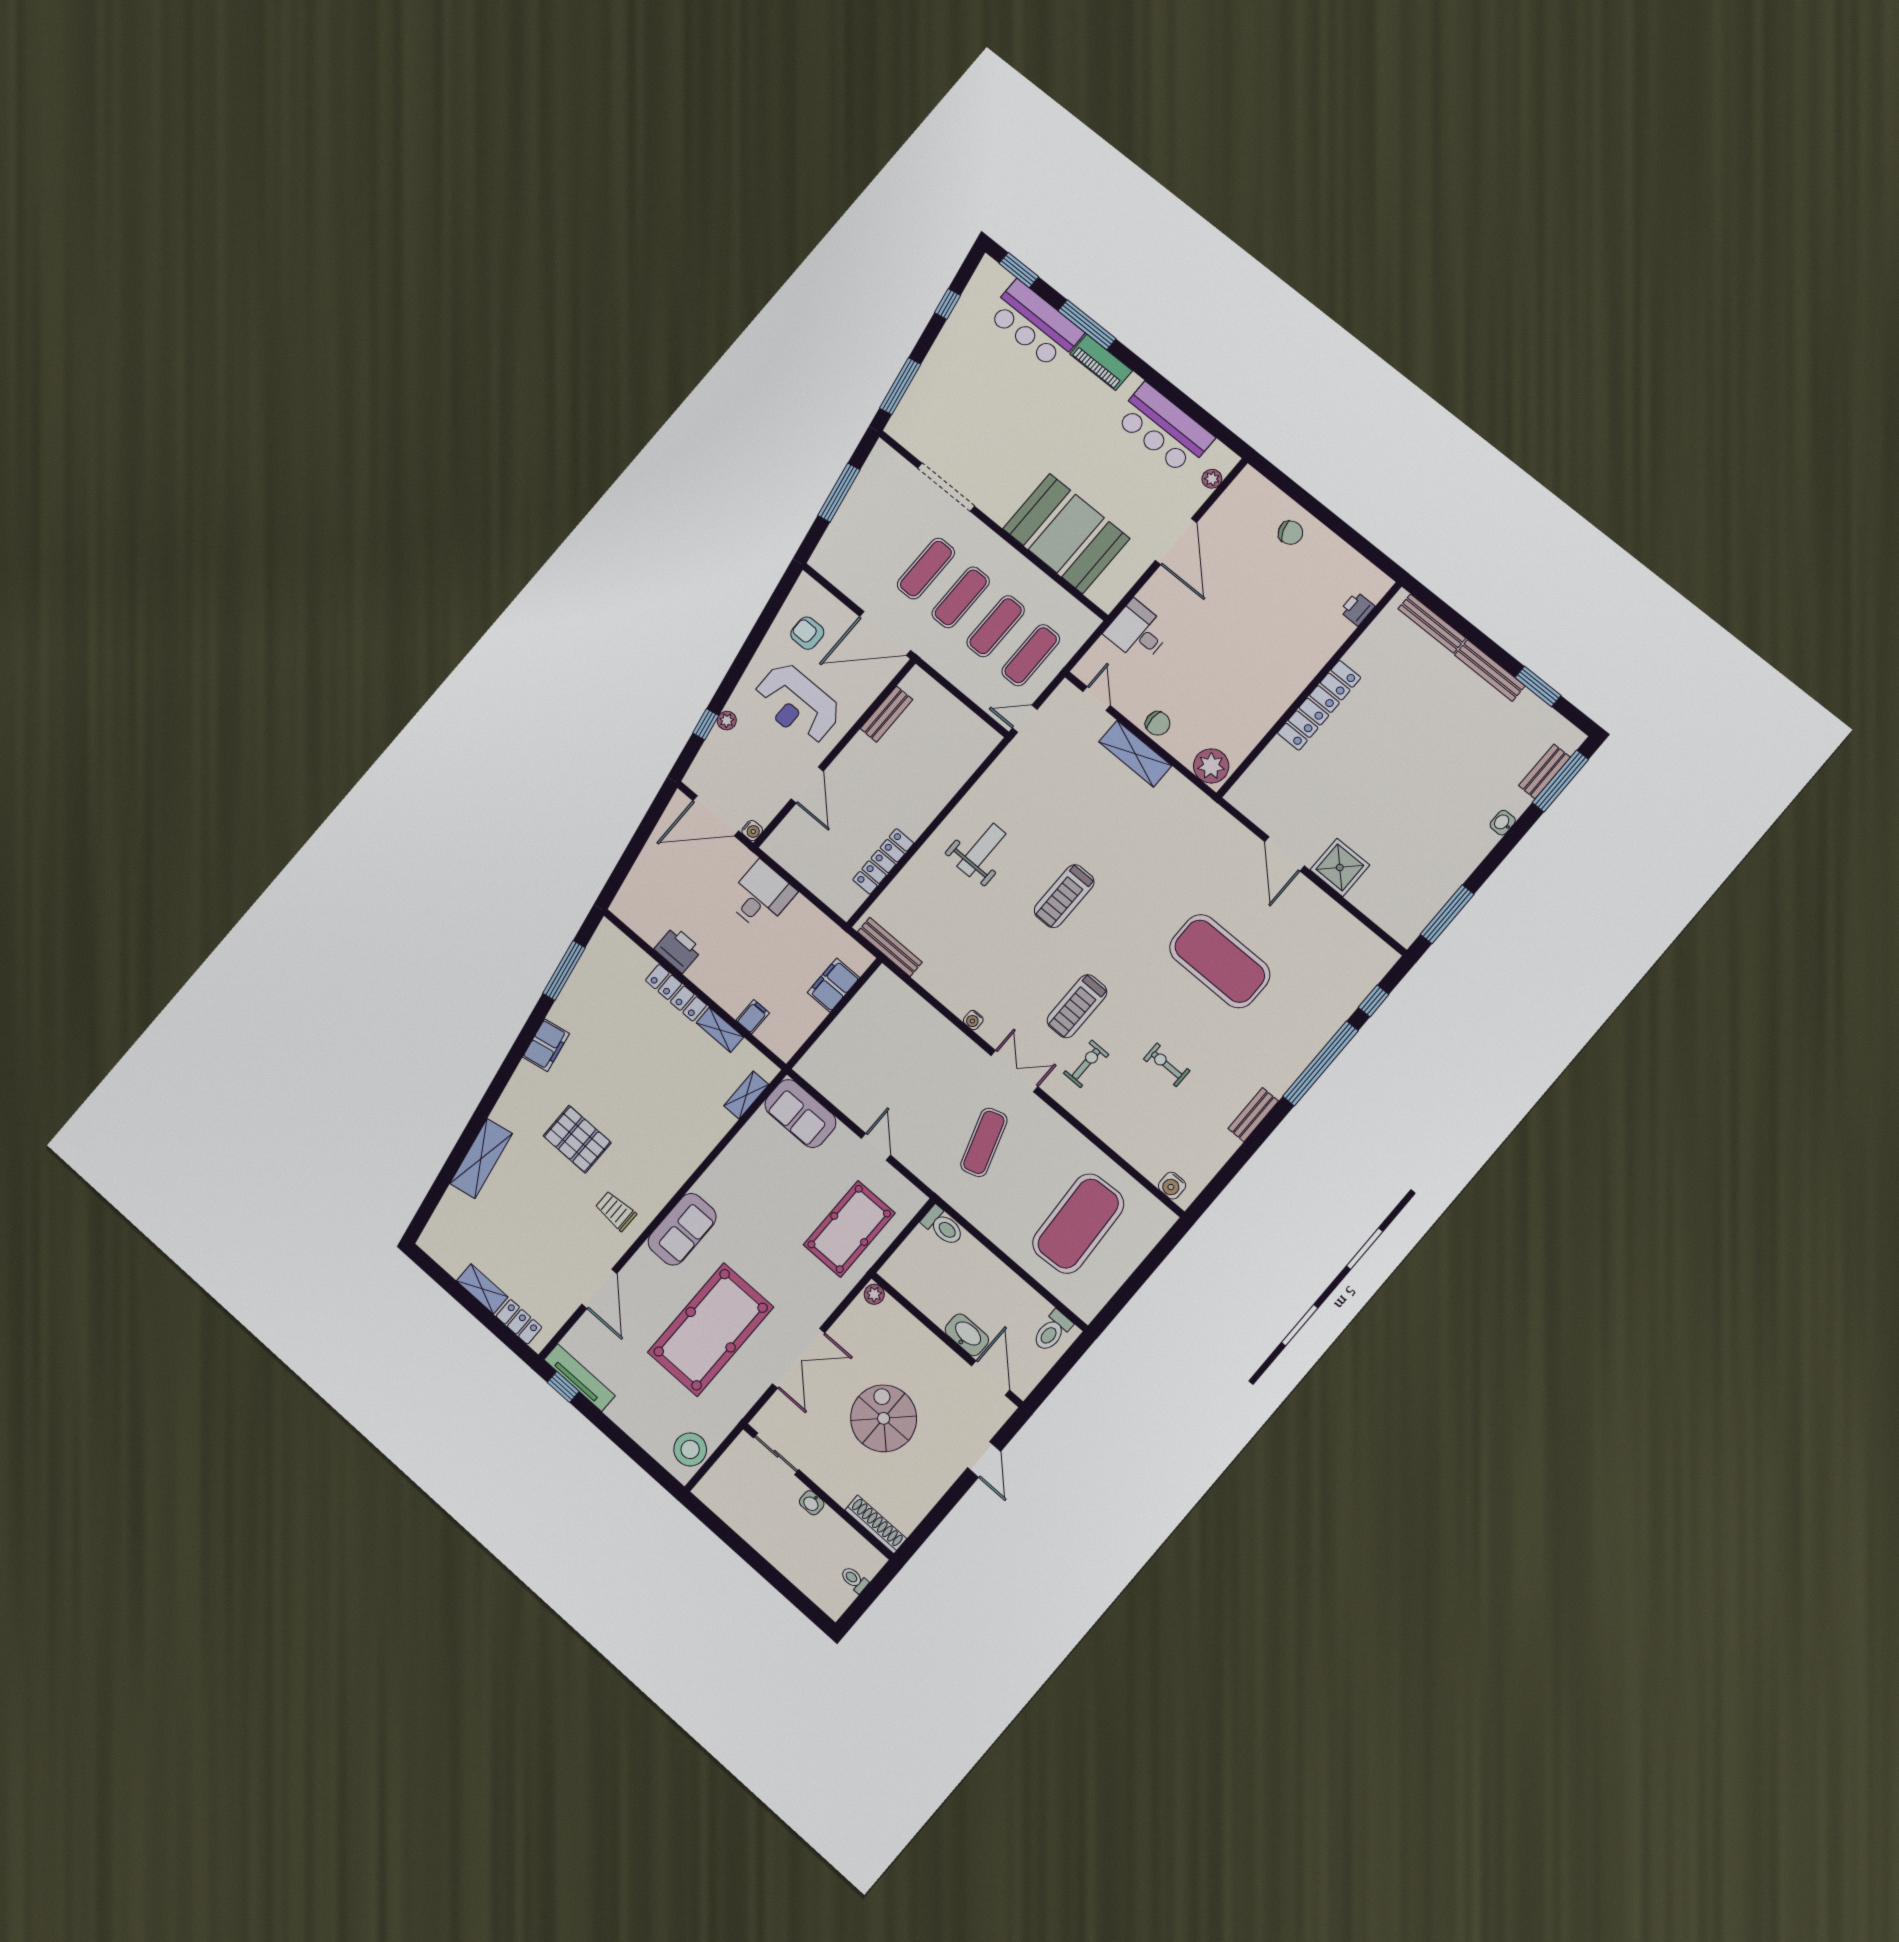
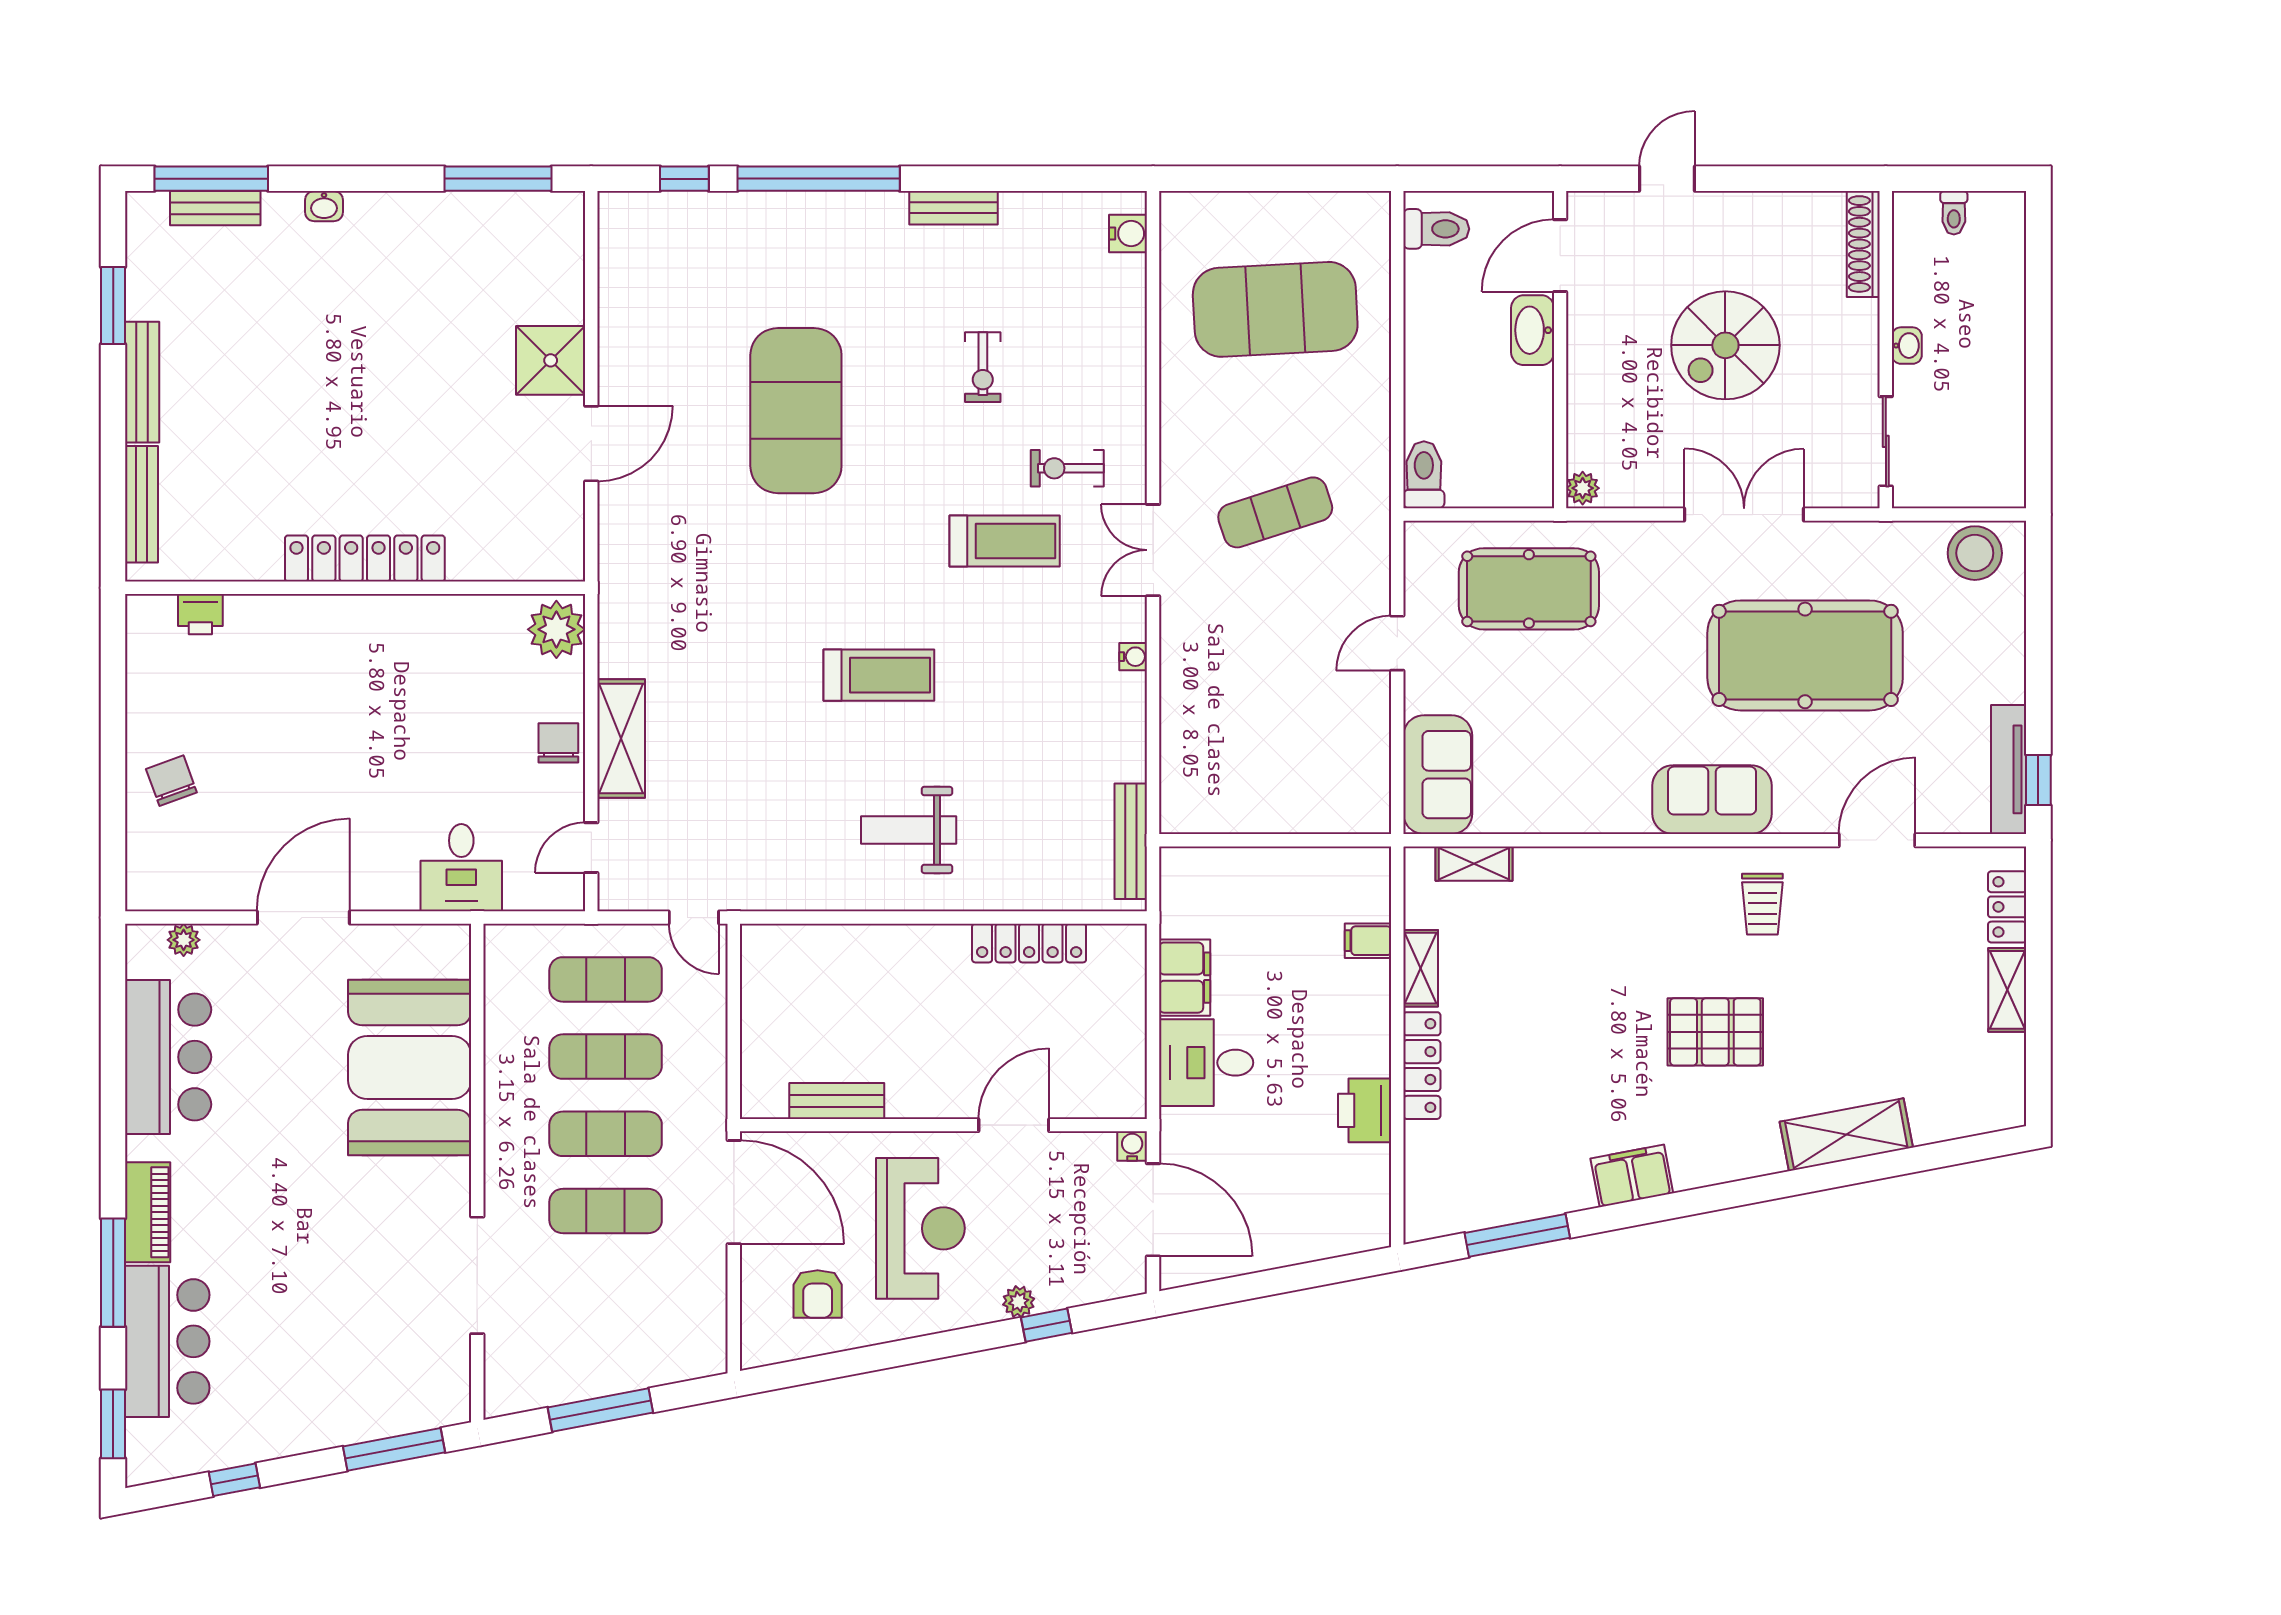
filing cabinet: (833, 985) -> (1185, 978), moved, turned -90
pallet: (577, 1139) -> (1715, 1032), turned 90

